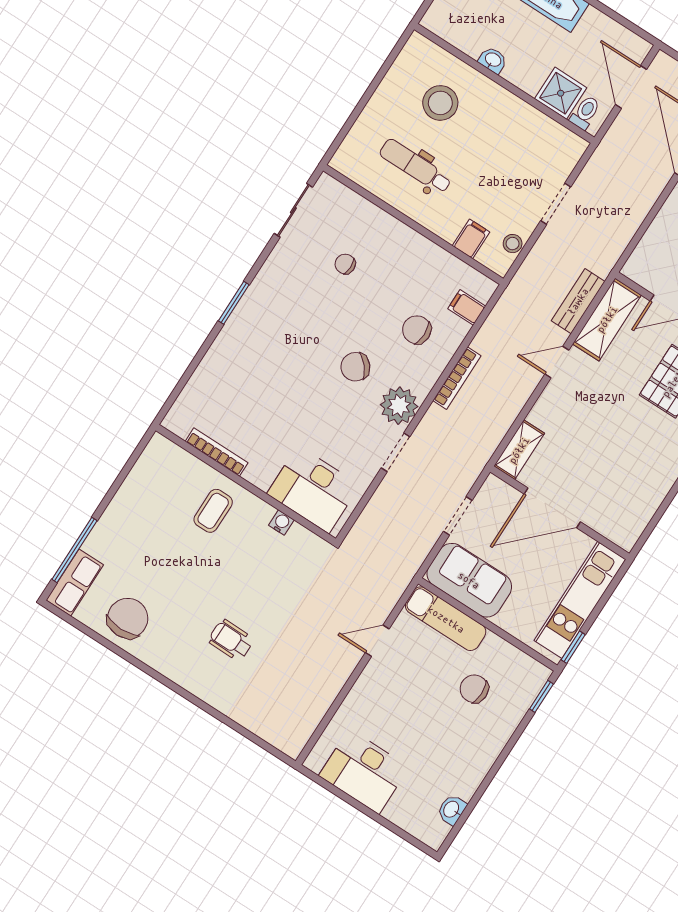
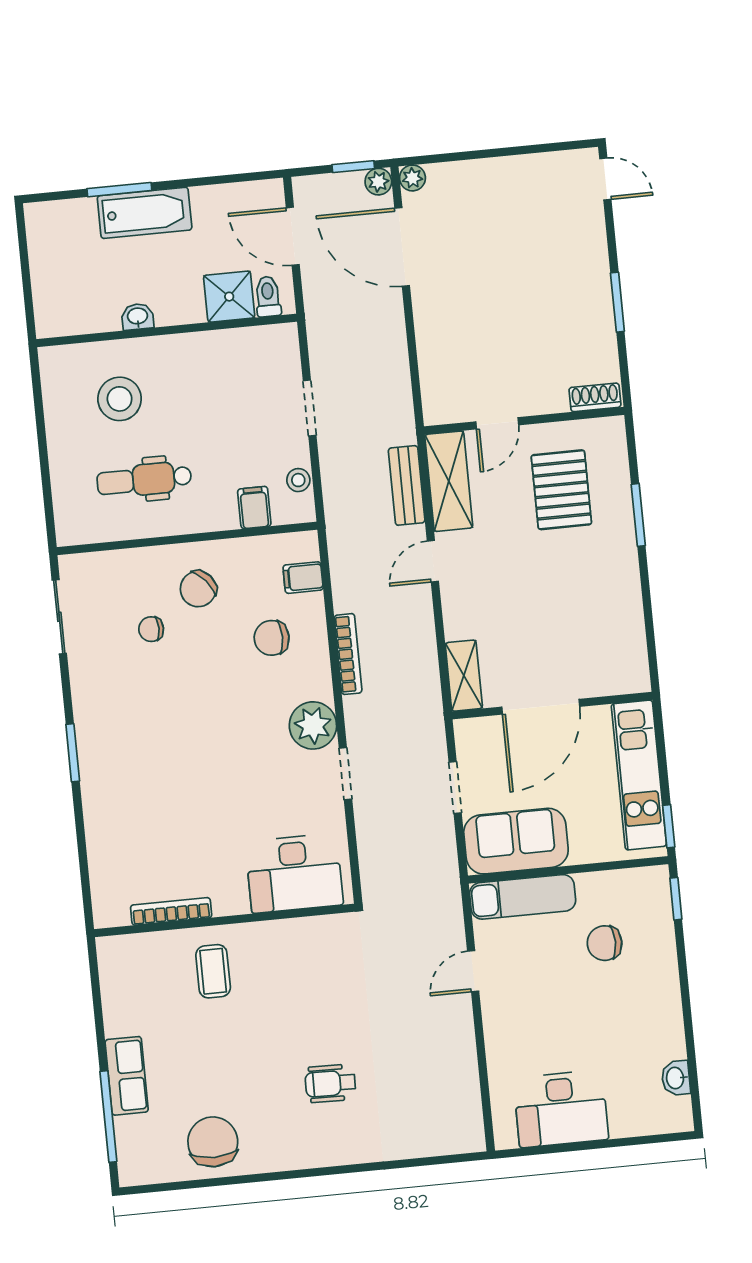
chair: (355, 367) -> (198, 589), moved
water cooler: (281, 523) -> (289, 930), removed
row of seats: (75, 582) -> (127, 1076), moved

